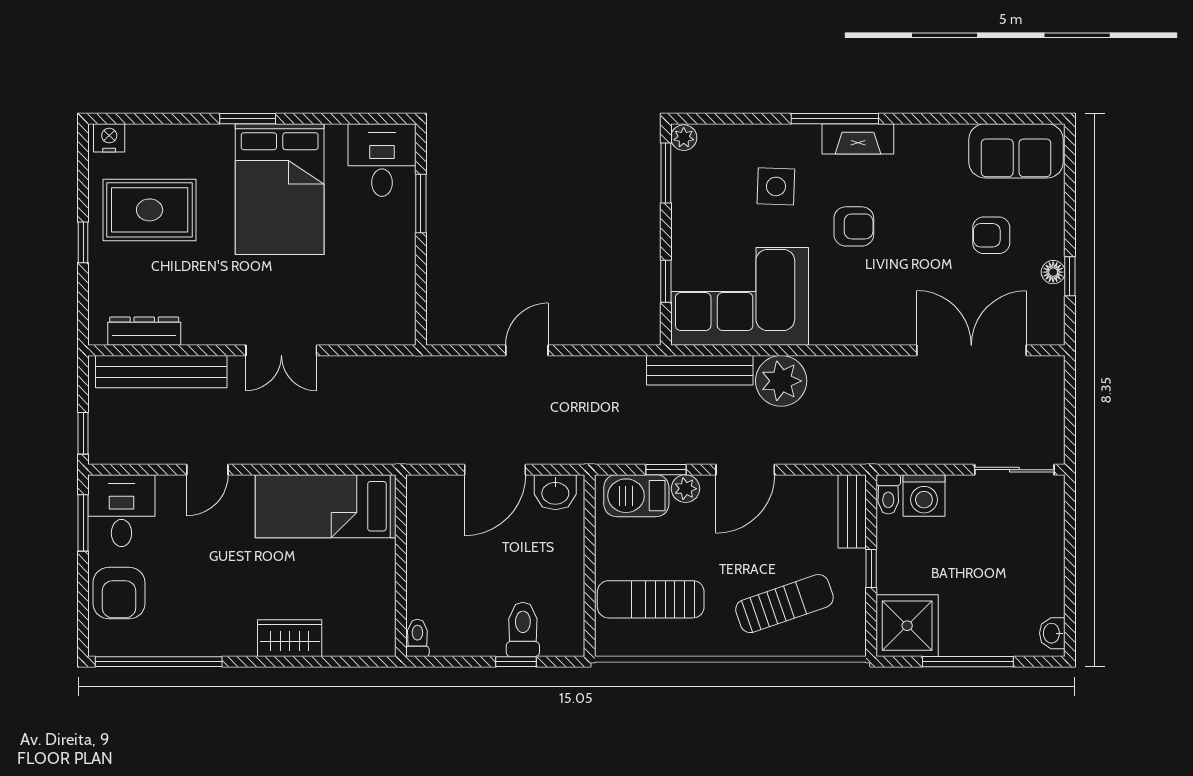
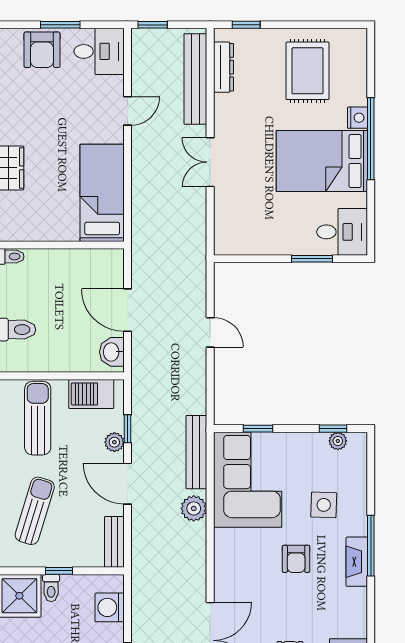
window: (248, 119) -> (371, 139), width x2.11
nightstand: (109, 138) -> (357, 118), moved
plant: (684, 138) -> (338, 441), moved
window: (666, 173) -> (333, 429), width x0.67
window: (83, 242) -> (246, 25), moved
plant: (781, 381) -> (194, 508), width x0.73, depth x0.73
door: (207, 470) -> (128, 111), swing flipped
toilet: (888, 494) -> (51, 588), moved, turned -90
barbecue: (636, 496) -> (91, 394), moved, turned -90
bench: (852, 511) -> (114, 542), moved, turned 90
window: (83, 523) -> (60, 25), moved
armchair: (119, 593) -> (42, 50), turned -90
sun lounger: (784, 604) -> (35, 511), turned -144

